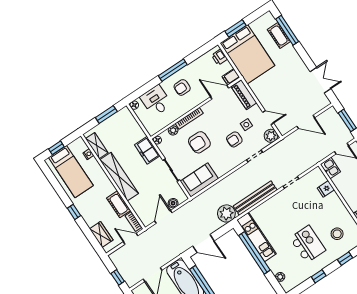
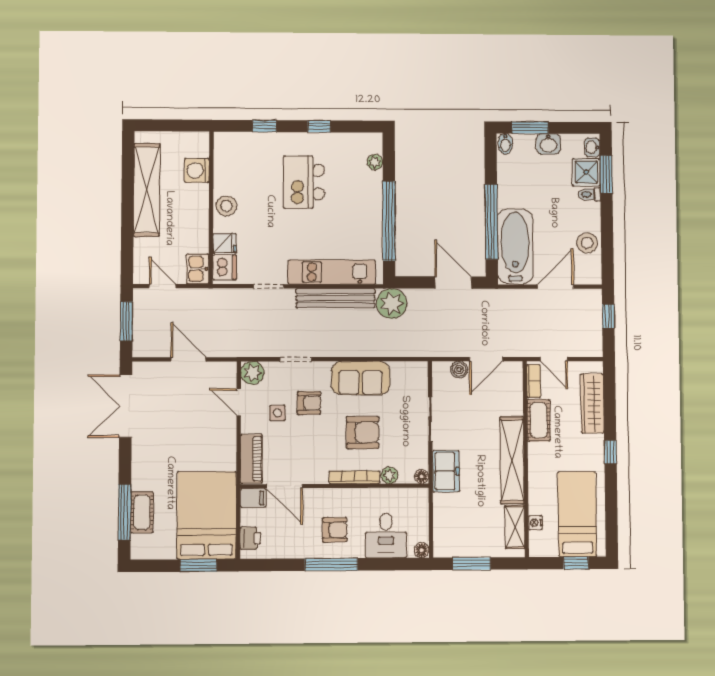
double door: (320, 80) -> (126, 406), width x1.37
dishwasher: (318, 177) -> (225, 267), added
sofa: (199, 180) -> (361, 378), moved
wardrobe: (101, 234) -> (592, 403), width x1.50
stool: (337, 234) -> (226, 206), moved
kitchen unit: (257, 237) -> (332, 272), moved, turned 90

